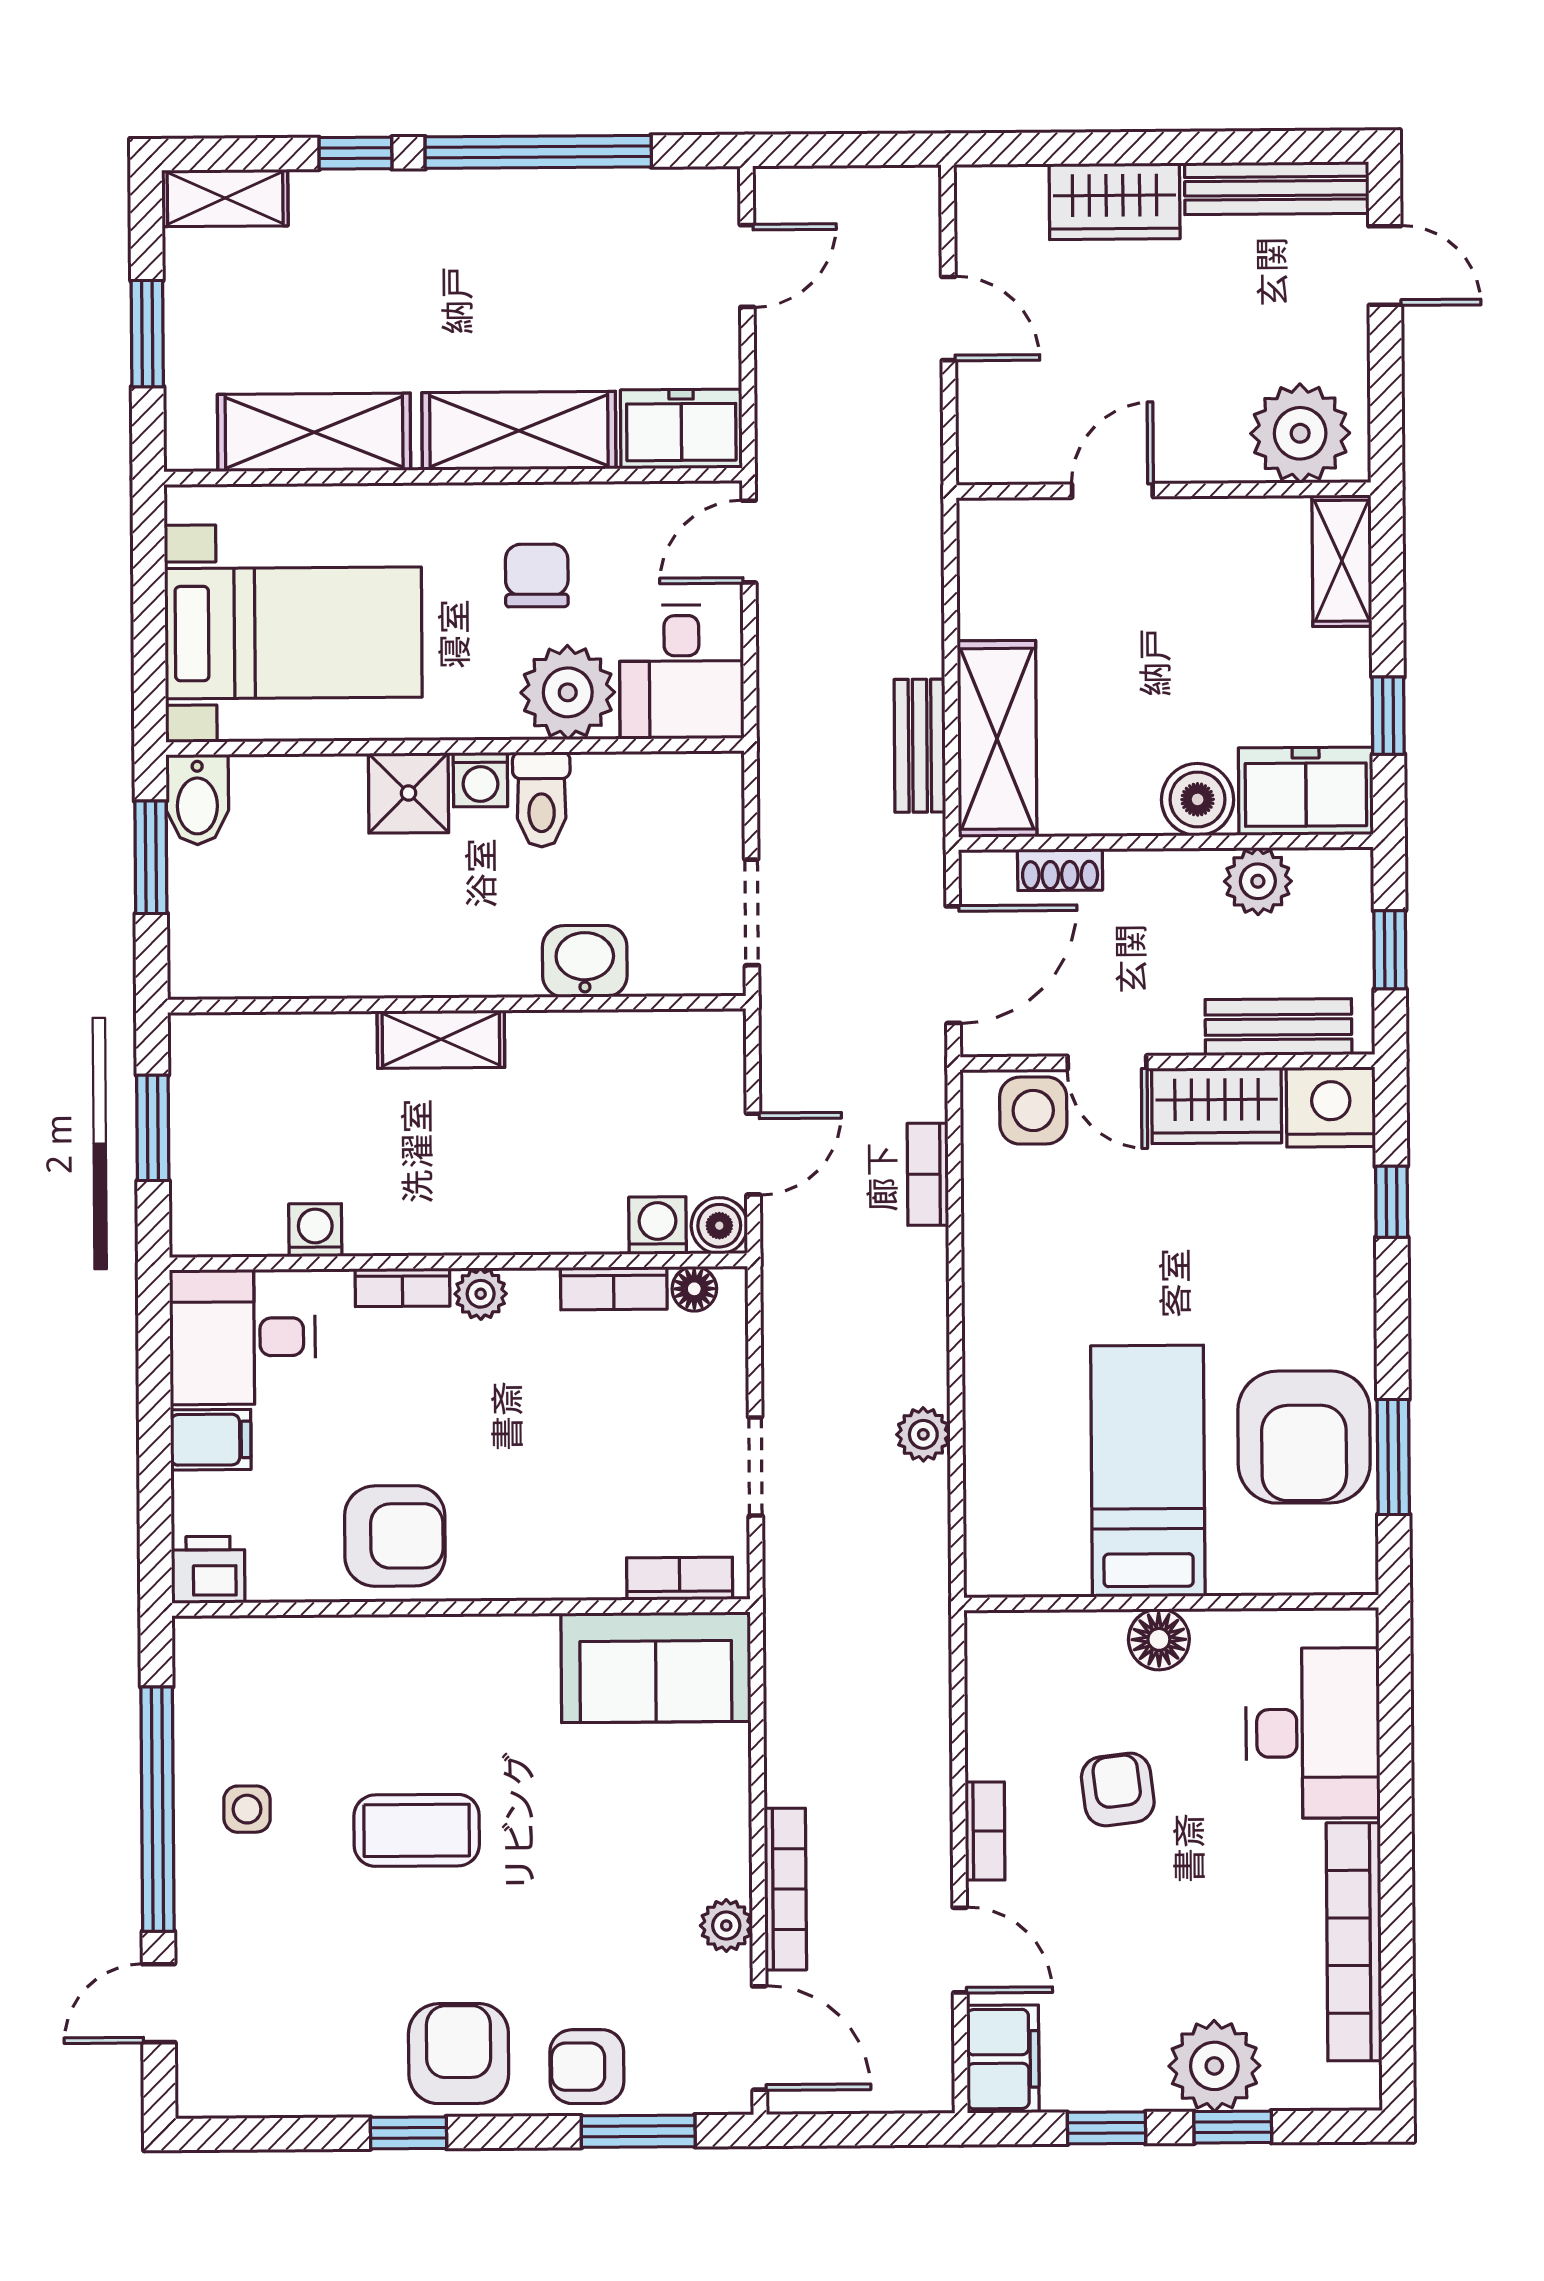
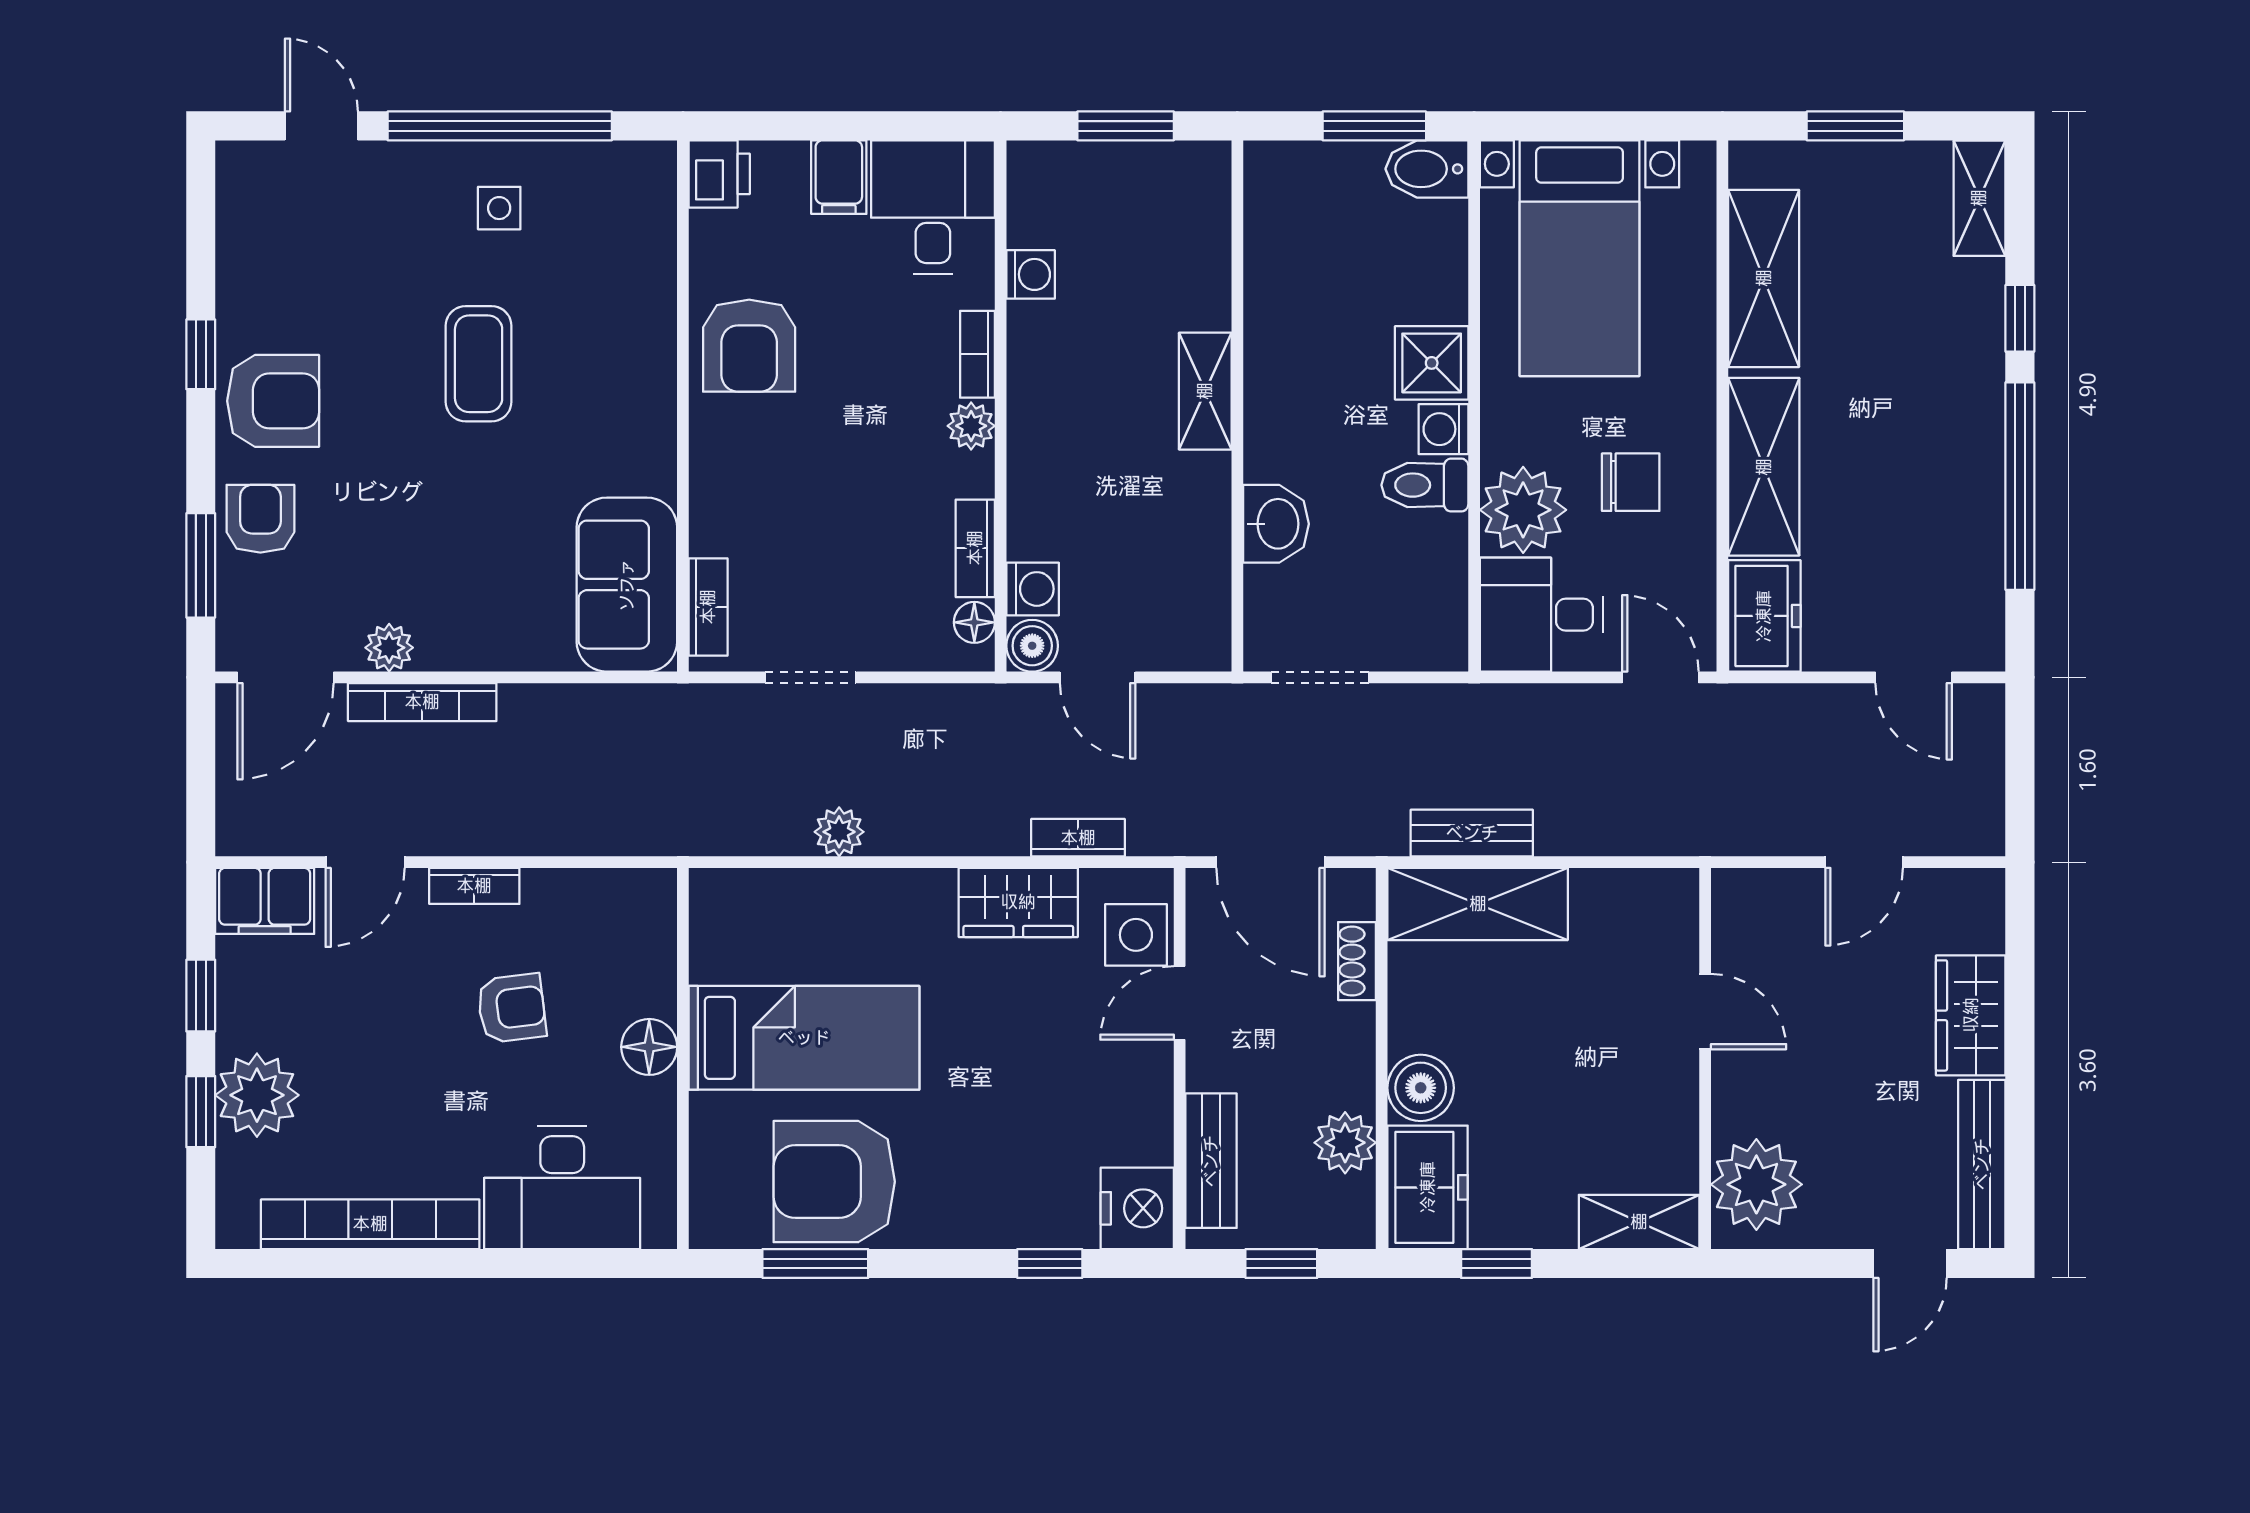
wardrobe: (1217, 1106) -> (1018, 902), moved, turned -90

